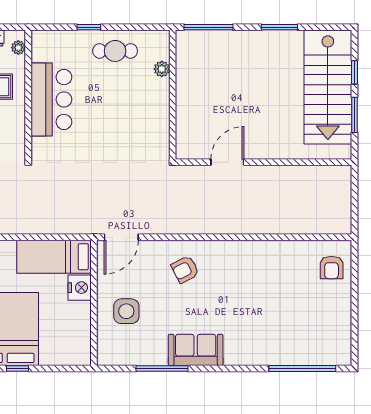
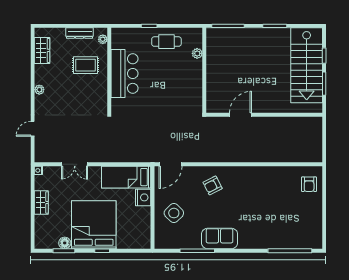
side table: (126, 311) -> (174, 213), turned 45

